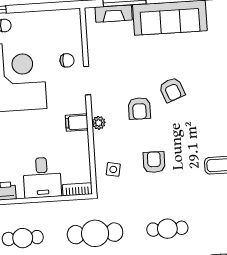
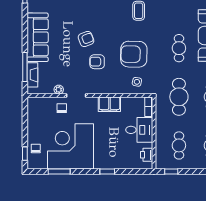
armchair: (139, 108) -> (97, 62), turned 180
filing cabinet: (77, 123) -> (109, 104), width x2.00
plant: (99, 123) -> (59, 90), moved
armchair: (154, 162) -> (134, 54), width x1.88, depth x1.88

